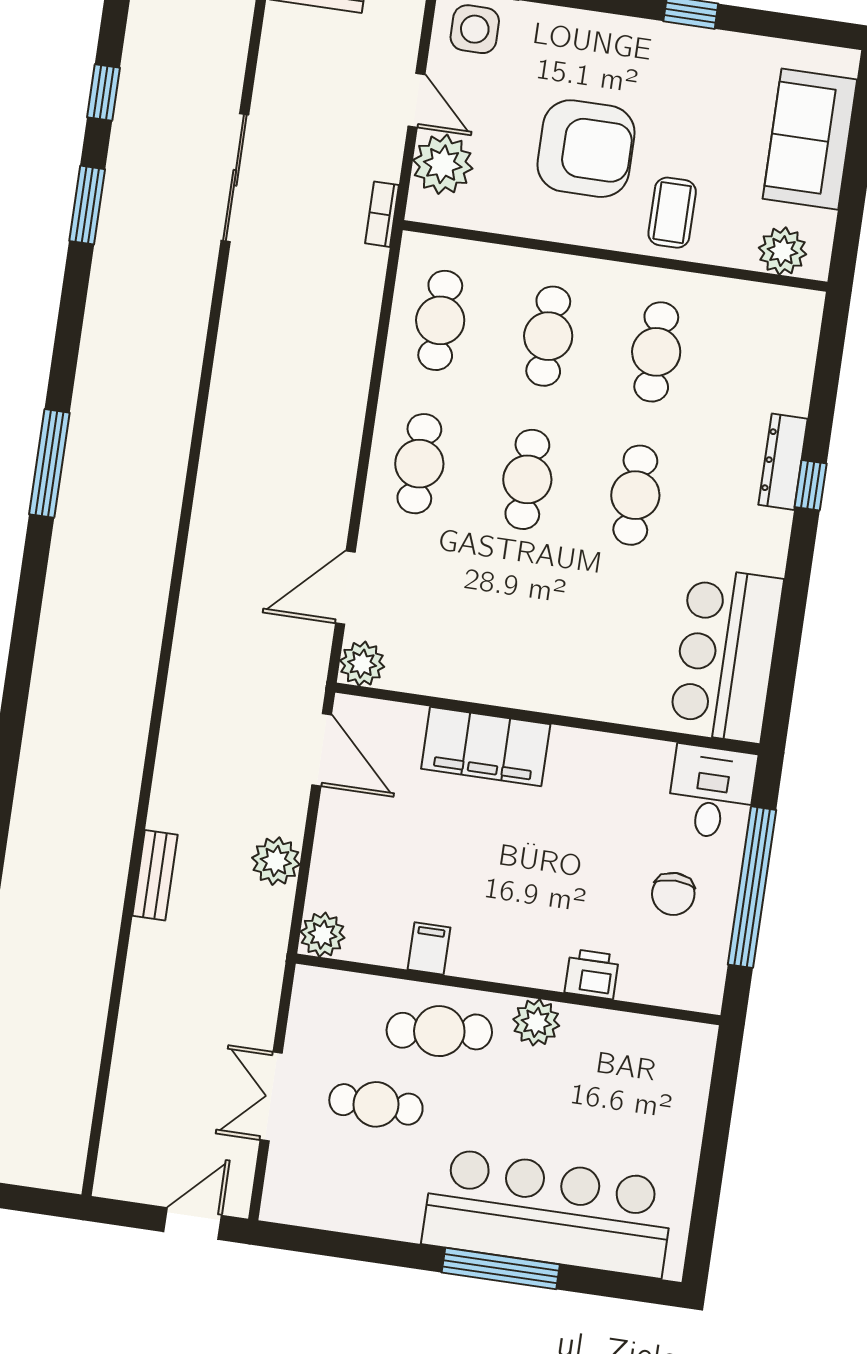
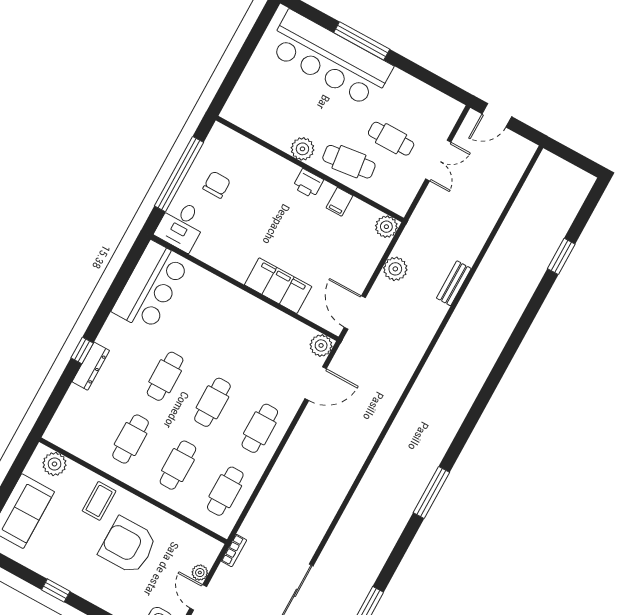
plant: (443, 164) -> (200, 573), width x0.53, depth x0.53
printer: (592, 974) -> (308, 184), moved

